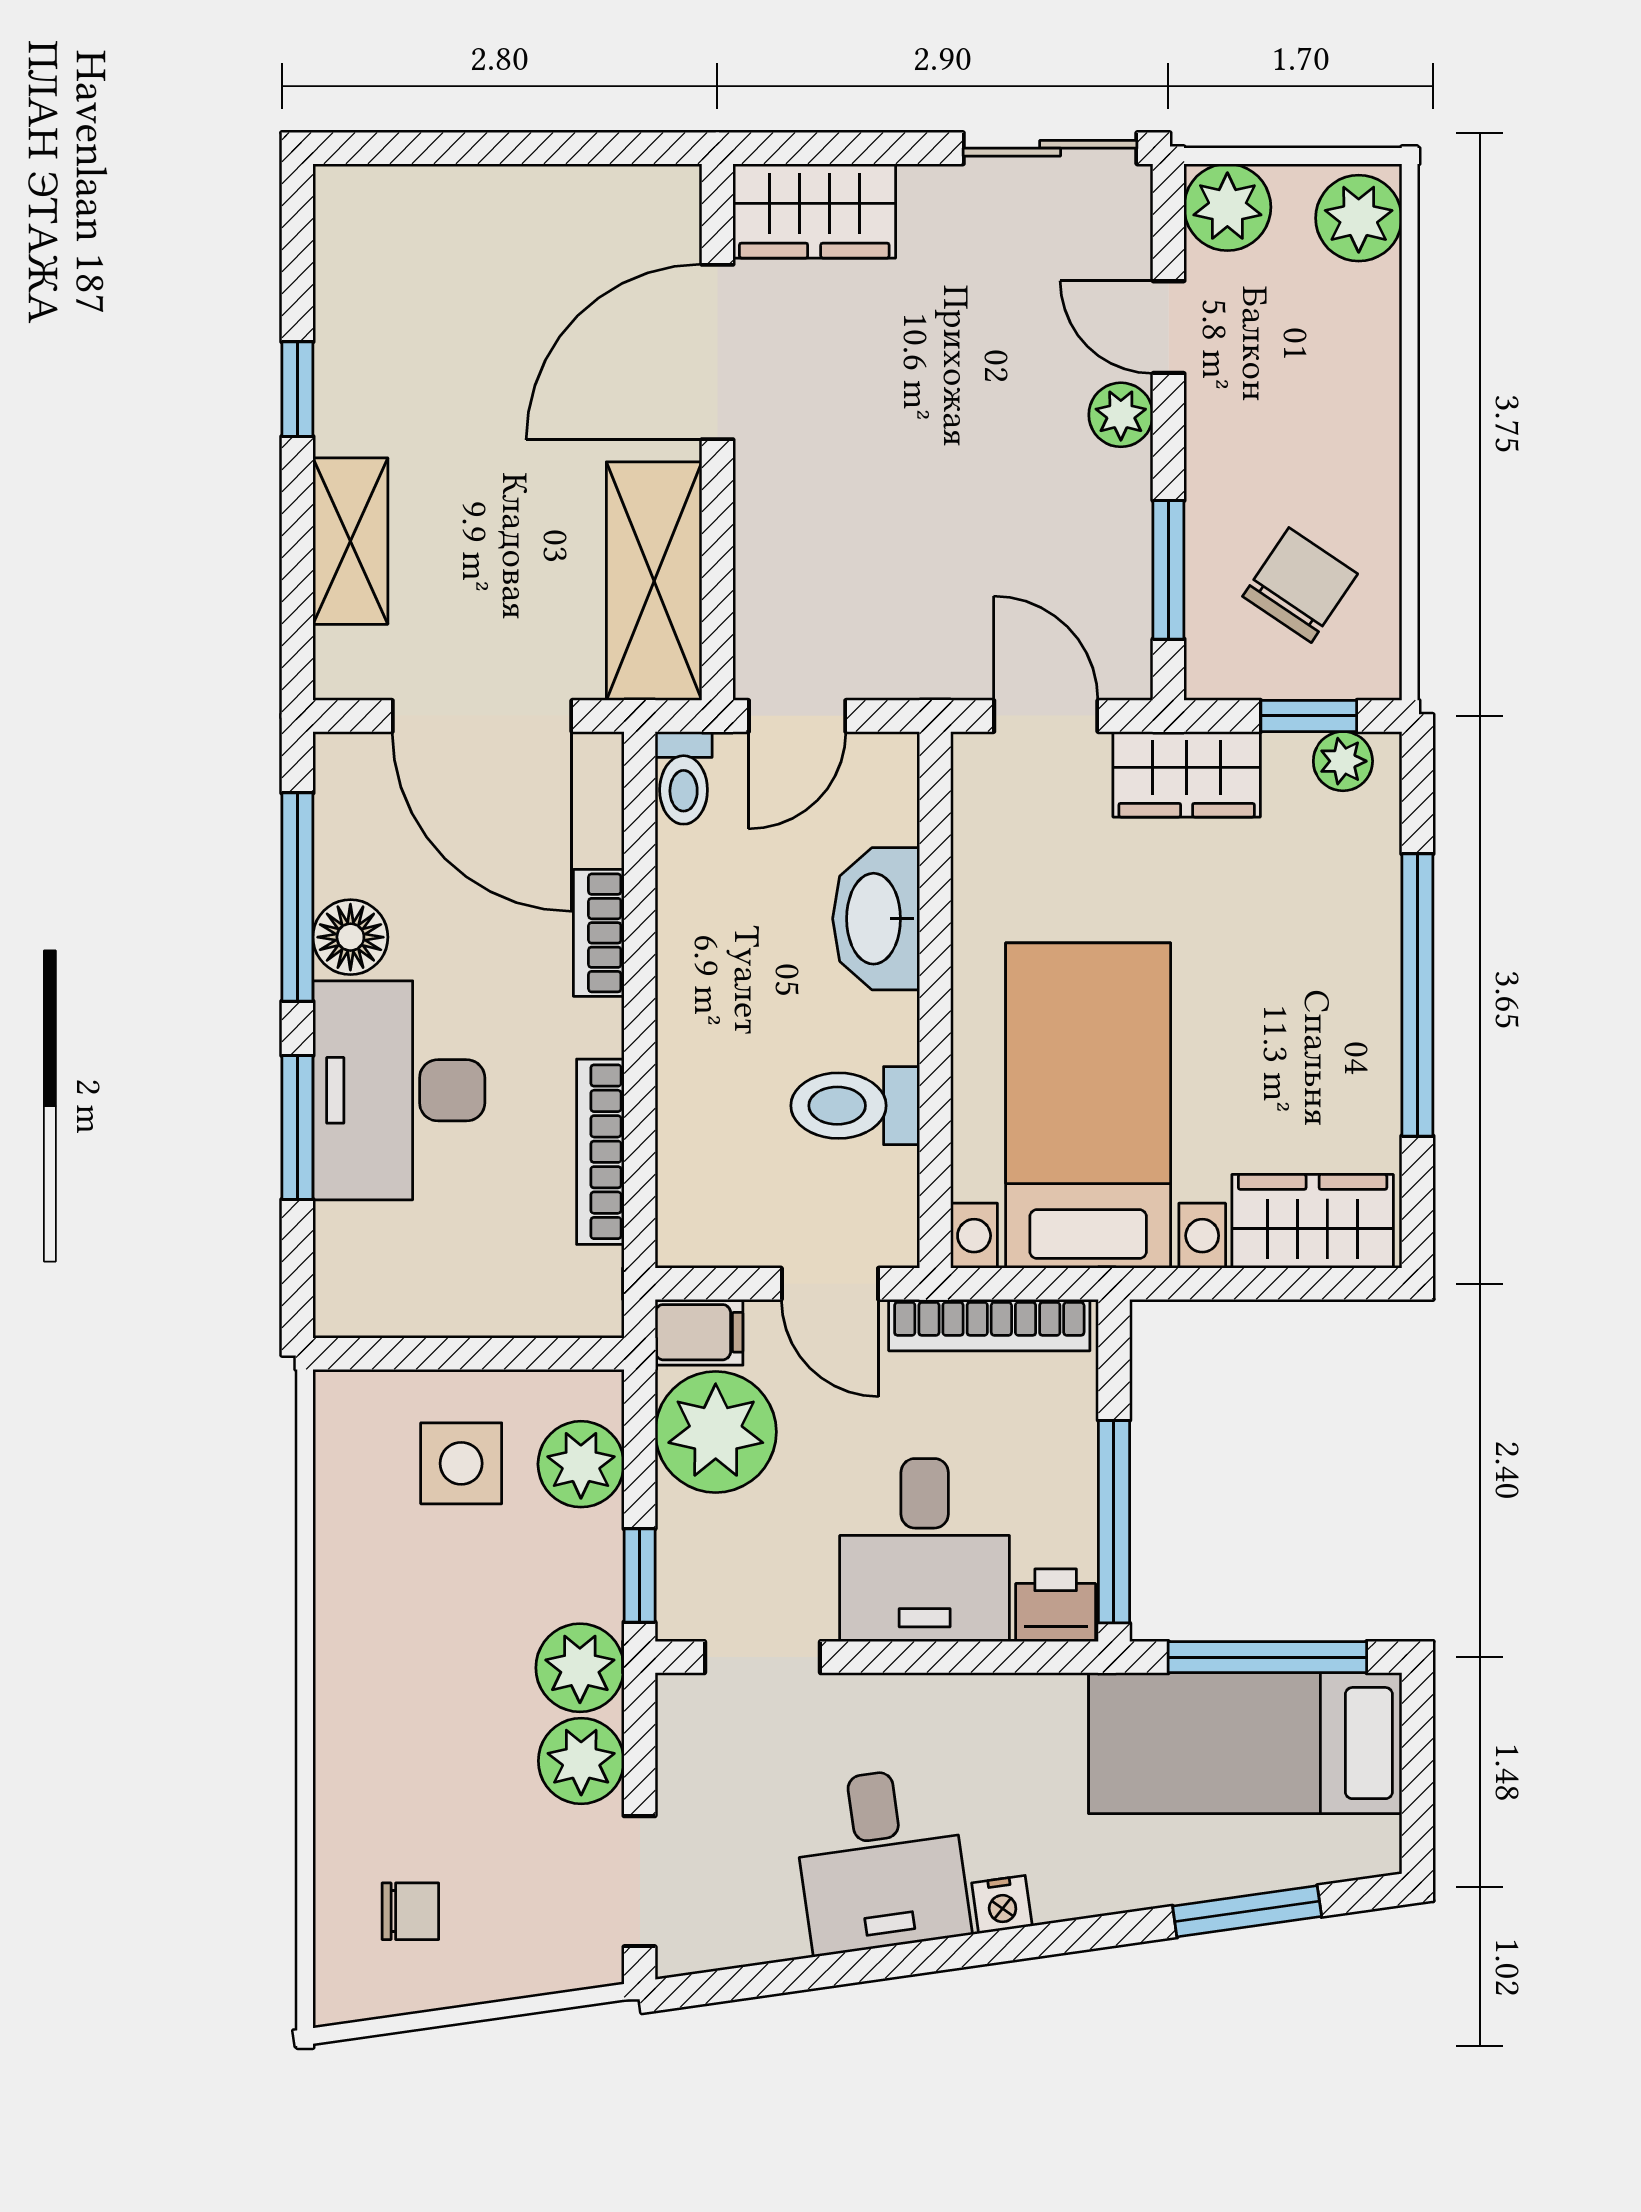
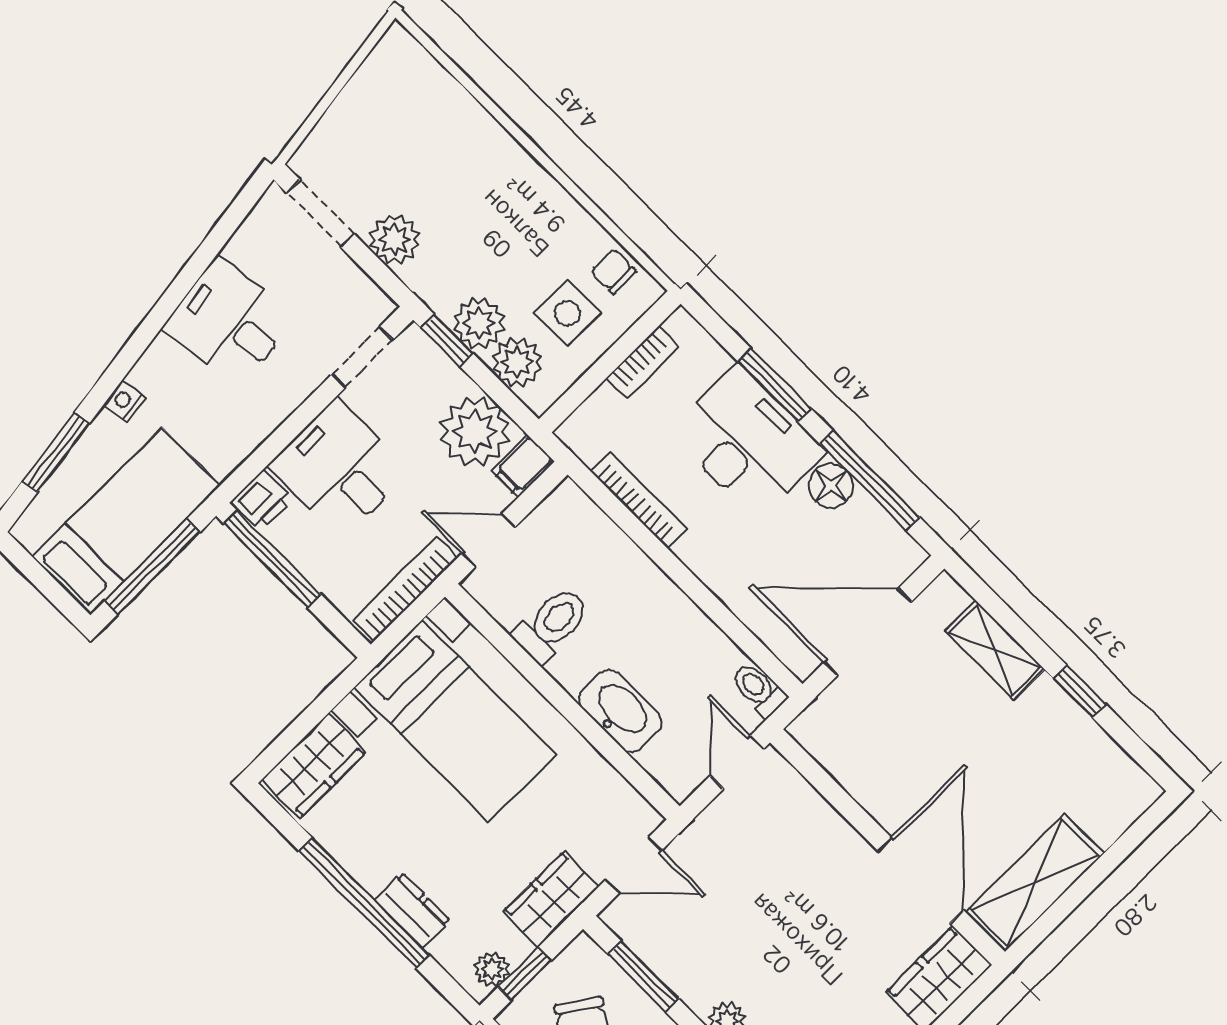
shelving: (654, 581) -> (1035, 883), moved, turned 90
dresser: (1368, 928) -> (412, 910), added
bookcase: (599, 933) -> (643, 363), moved, turned 90
plant: (580, 1668) -> (479, 323), moved
nightstand: (1002, 1904) -> (125, 401), moved
chair: (410, 1911) -> (613, 271), moved, turned 90

